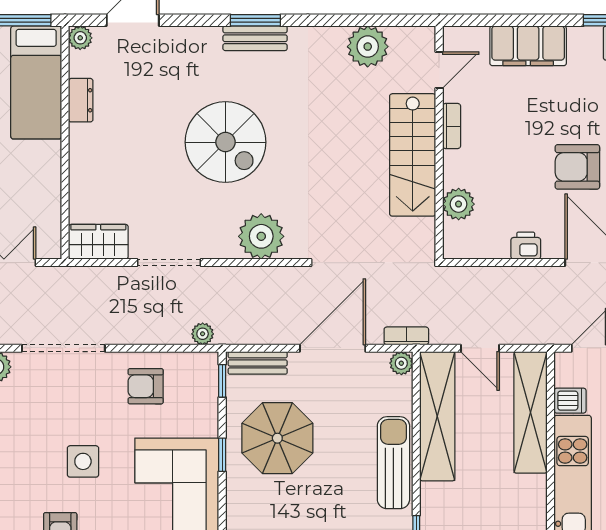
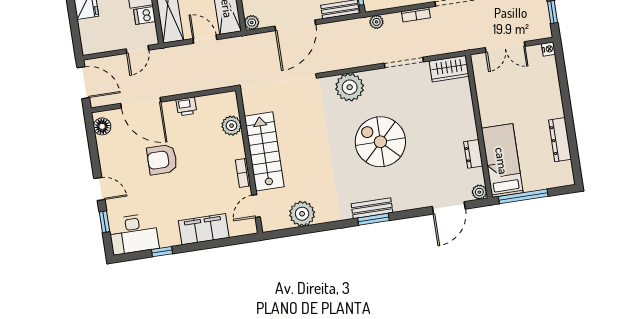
armchair: (577, 167) -> (162, 160), turned 180
bookcase: (406, 336) -> (416, 15), moved

